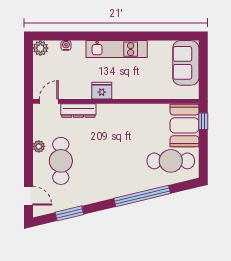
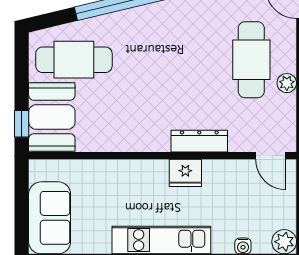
door: (49, 101) -> (271, 156), hinge flipped
dresser: (78, 110) -> (199, 141), moved

